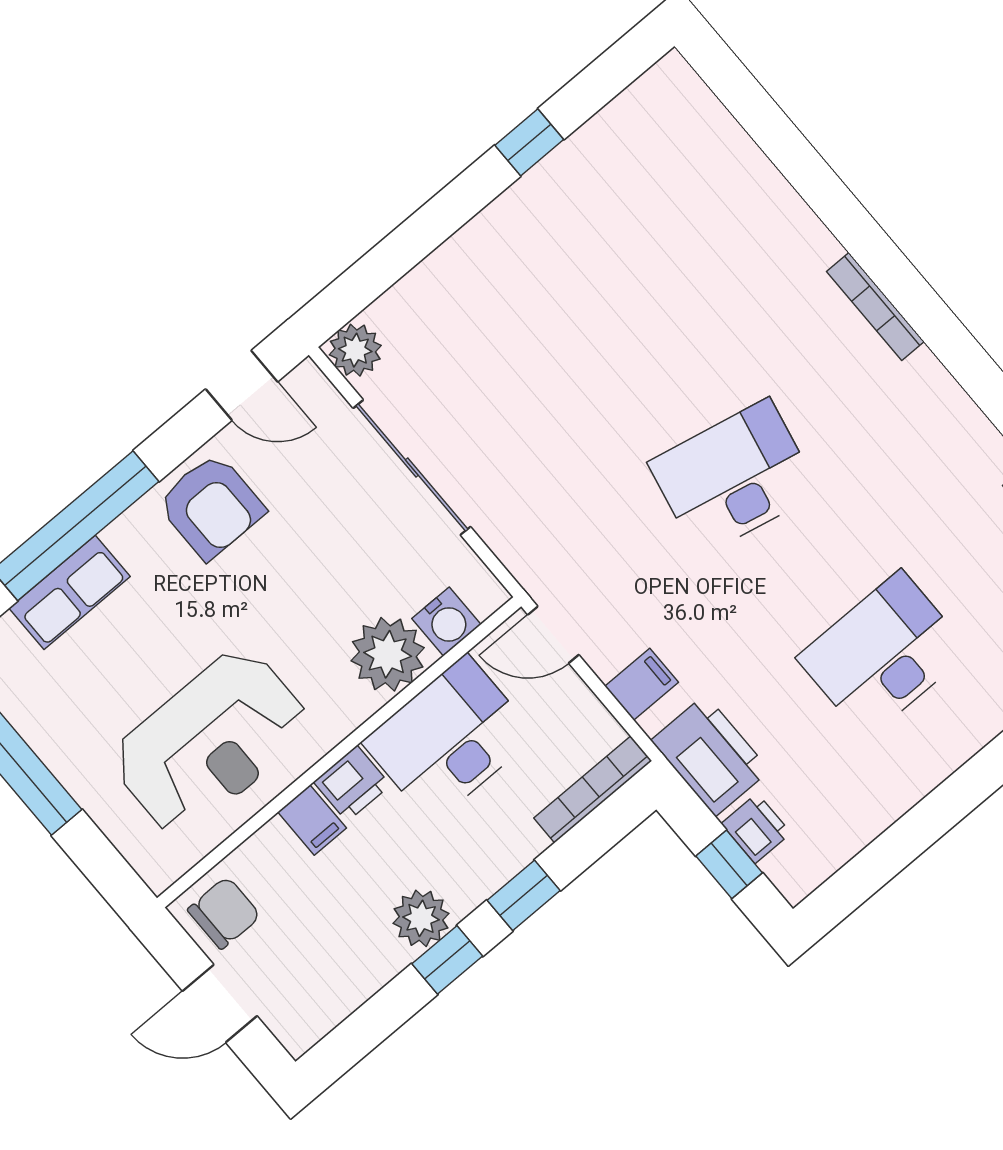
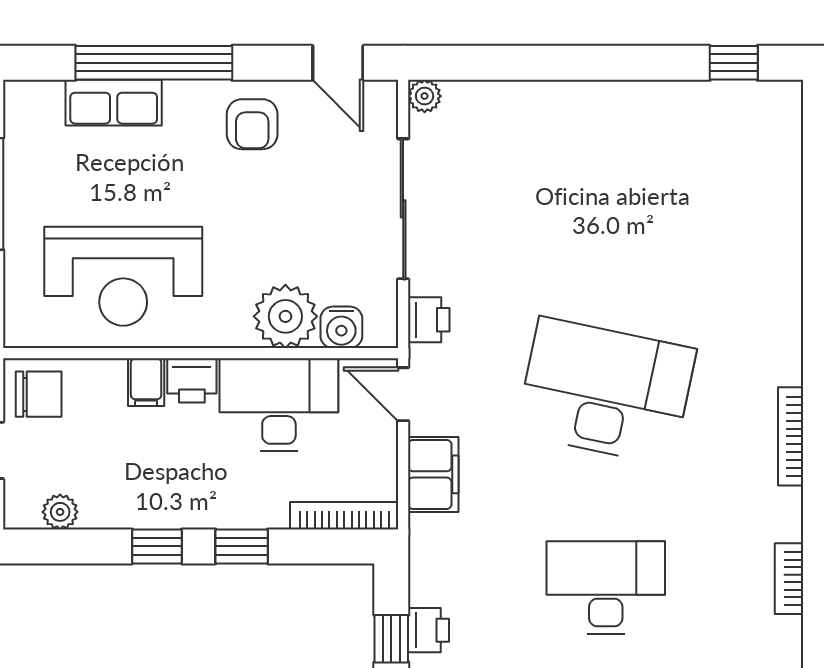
window: (529, 142) -> (734, 63), moved
bookcase: (875, 306) -> (791, 436), moved
plant: (355, 350) -> (425, 96), width x0.73, depth x0.73
desk: (734, 477) -> (606, 391), width x1.36, depth x1.30
armchair: (211, 506) -> (252, 124), width x0.72, depth x0.72
filing cabinet: (642, 684) -> (433, 474), width x2.00
printer: (710, 755) -> (429, 320), moved, width x0.53, depth x0.68
plant: (421, 918) -> (60, 512), moved, width x0.73, depth x0.73

